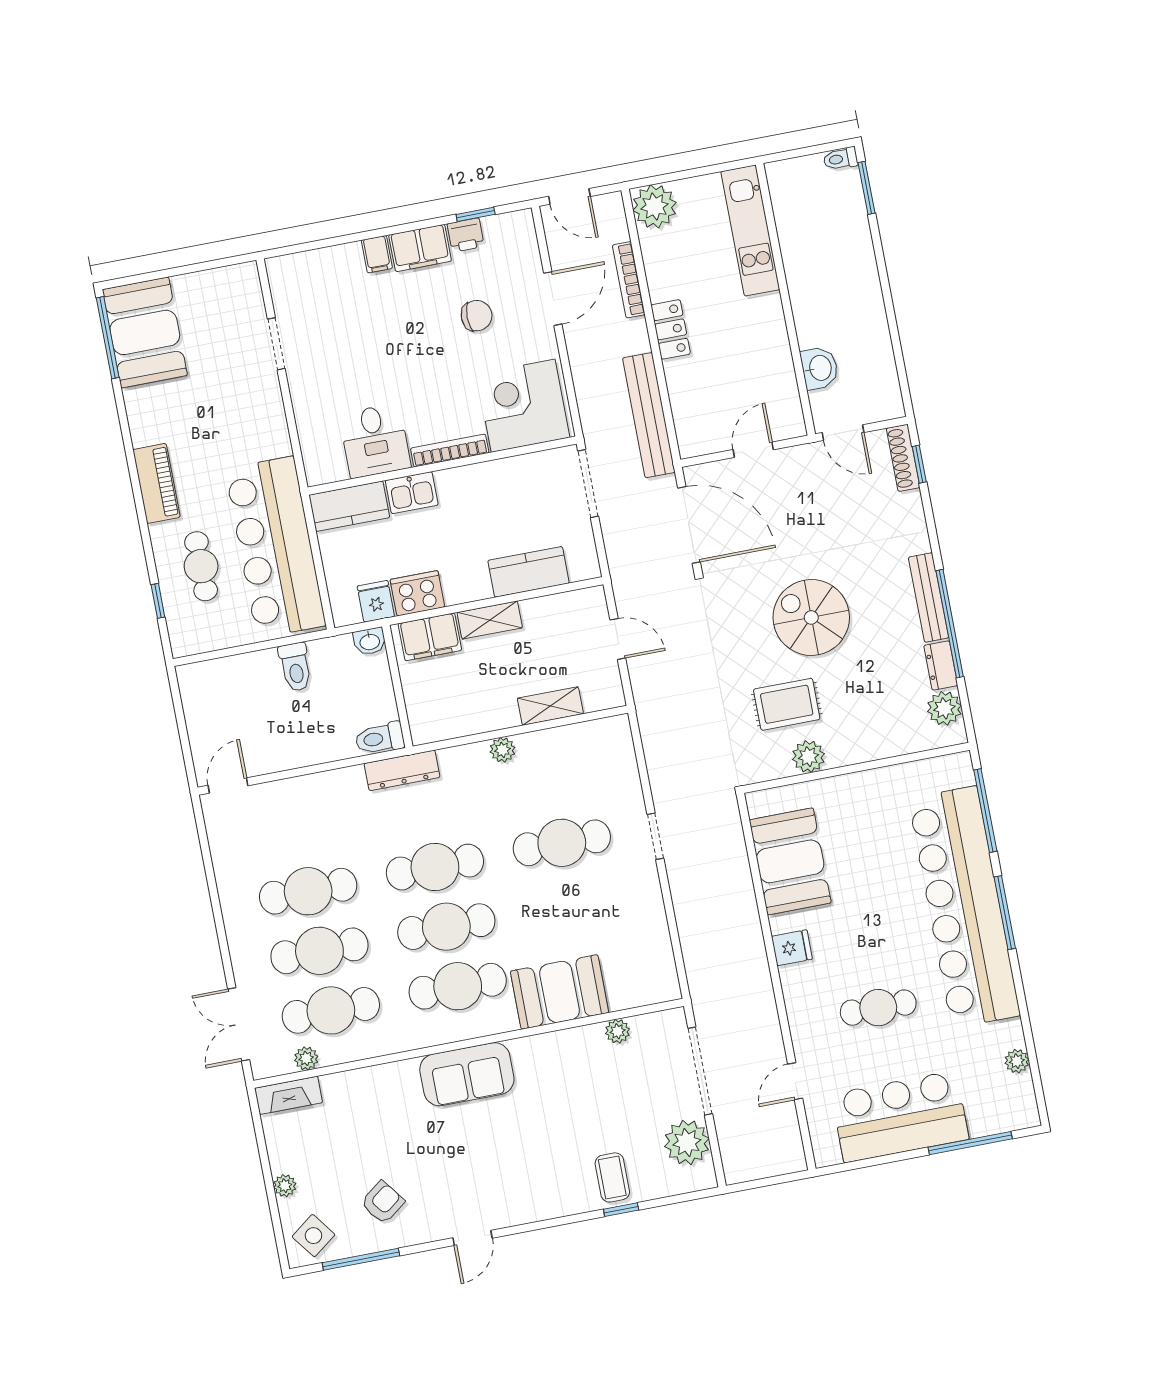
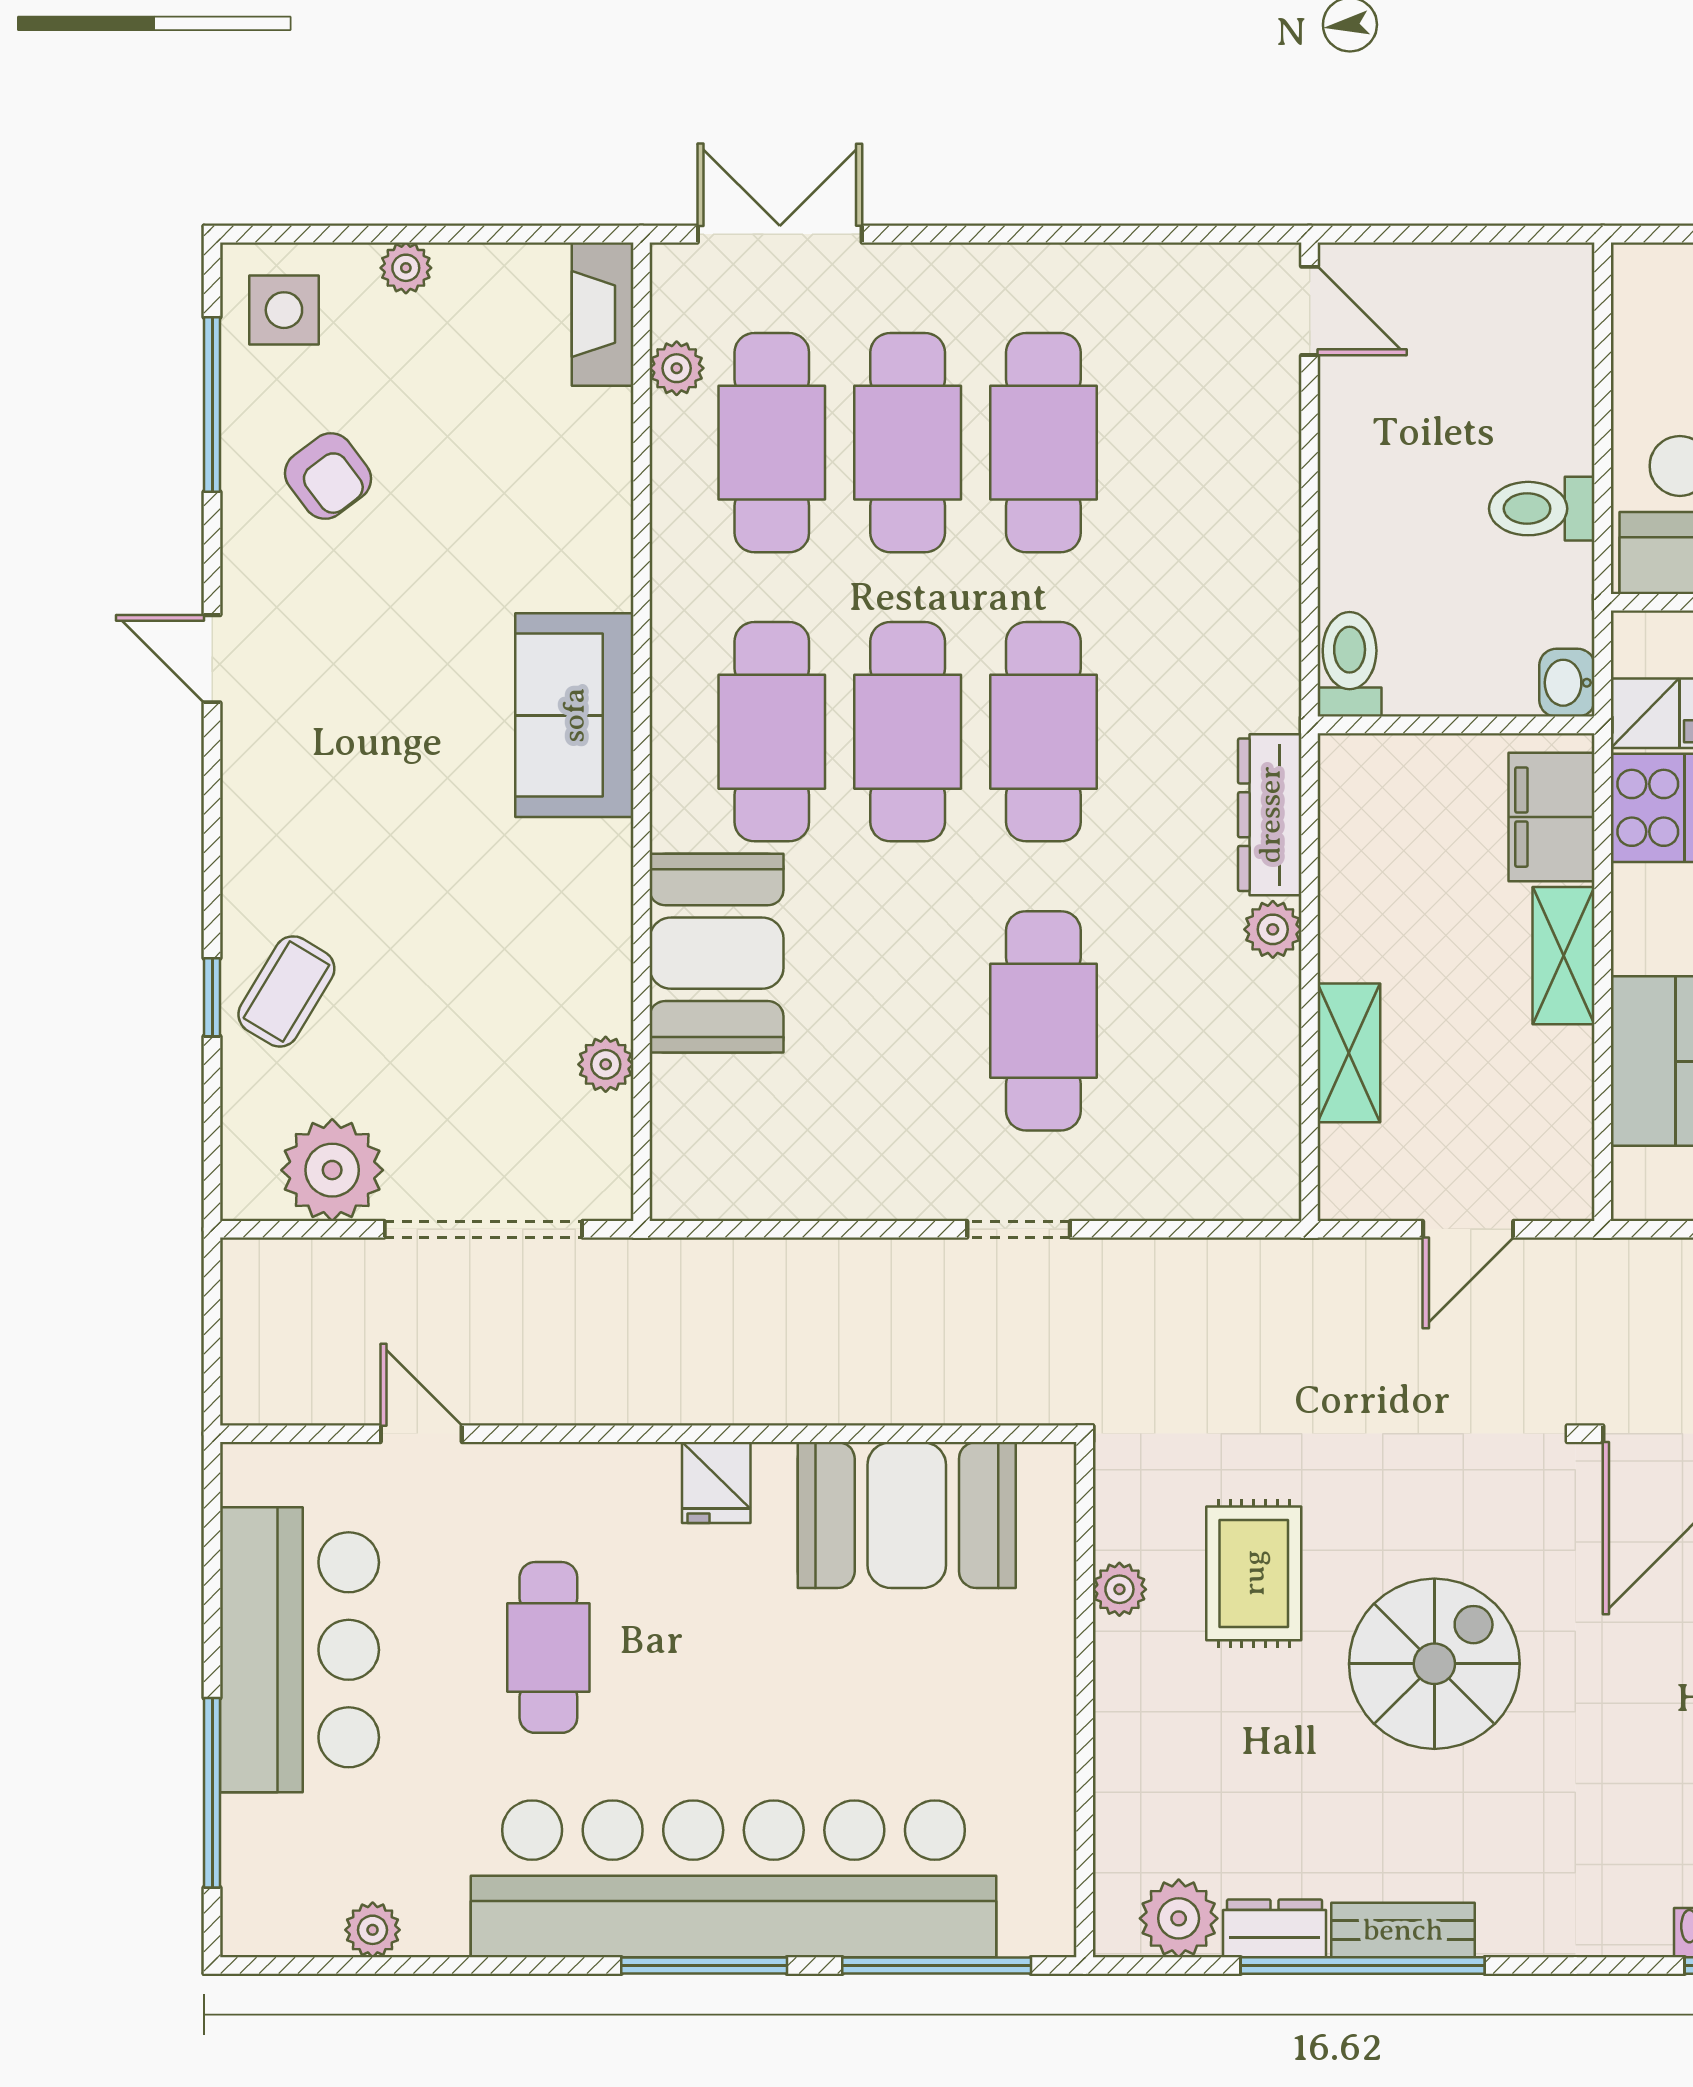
bench: (929, 598) -> (1403, 1930), width x0.73
plant: (808, 757) -> (1119, 1589), width x0.73, depth x0.73
dresser: (402, 770) -> (1270, 815), moved
coffee table: (612, 1177) -> (286, 991), turned -59
side table: (313, 1236) -> (284, 310), turned 37

